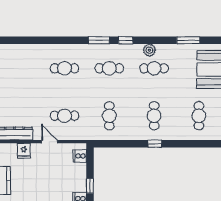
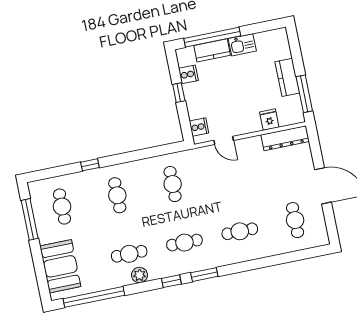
window: (188, 40) -> (94, 297), width x2.11
cafe table: (64, 116) -> (295, 220), moved, turned 90
door: (49, 142) -> (224, 140), moved
window: (155, 144) -> (90, 165), moved

